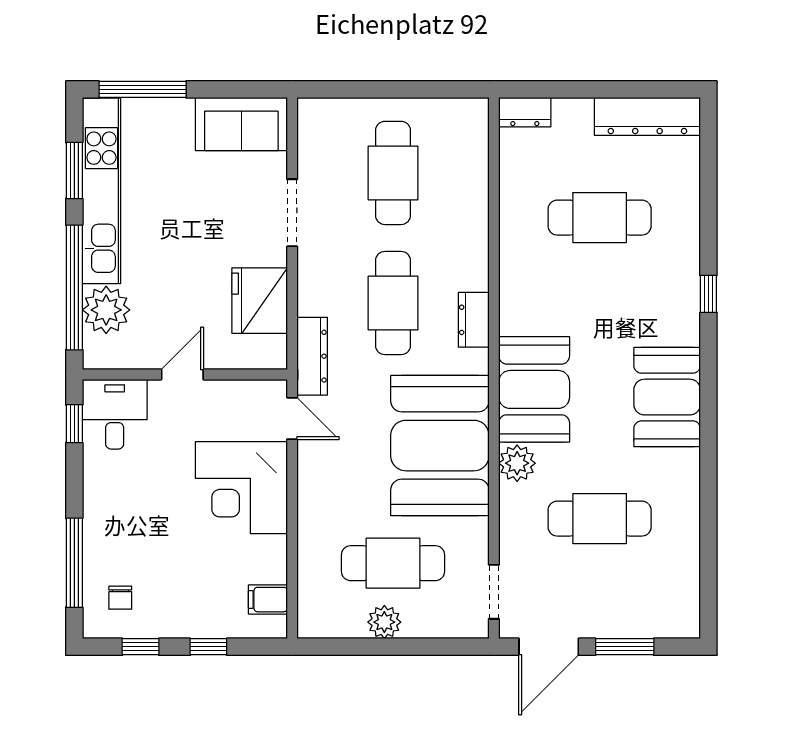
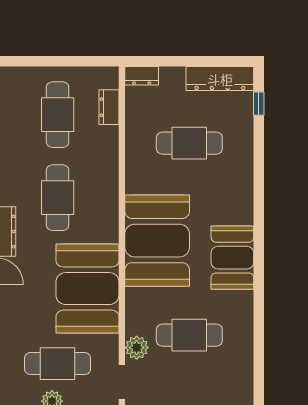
window: (708, 294) -> (259, 104), moved
dresser: (474, 320) -> (109, 107), moved
booth: (534, 389) -> (157, 241), width x1.36, depth x1.42
plant: (517, 463) -> (137, 348), moved

